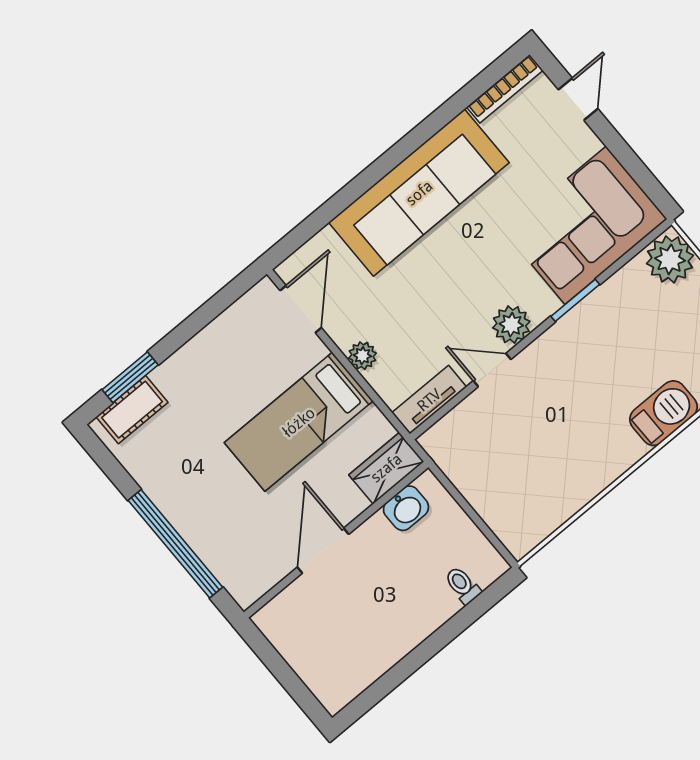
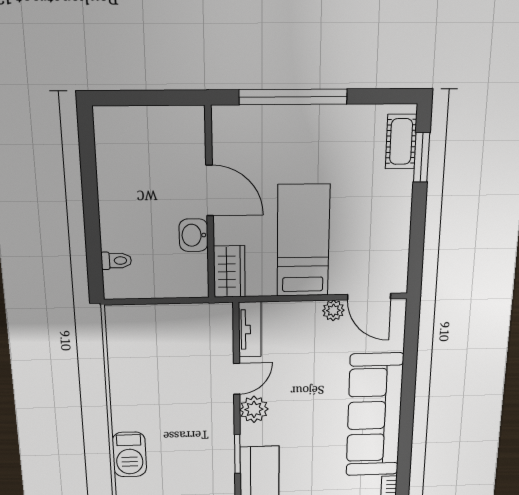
plant: (362, 356) -> (333, 310), moved
washbasin: (406, 508) -> (194, 235), moved

